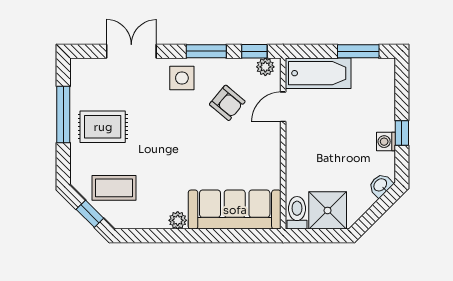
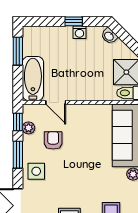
plant: (265, 67) -> (29, 128), moved
armchair: (227, 103) -> (53, 140), turned -40

